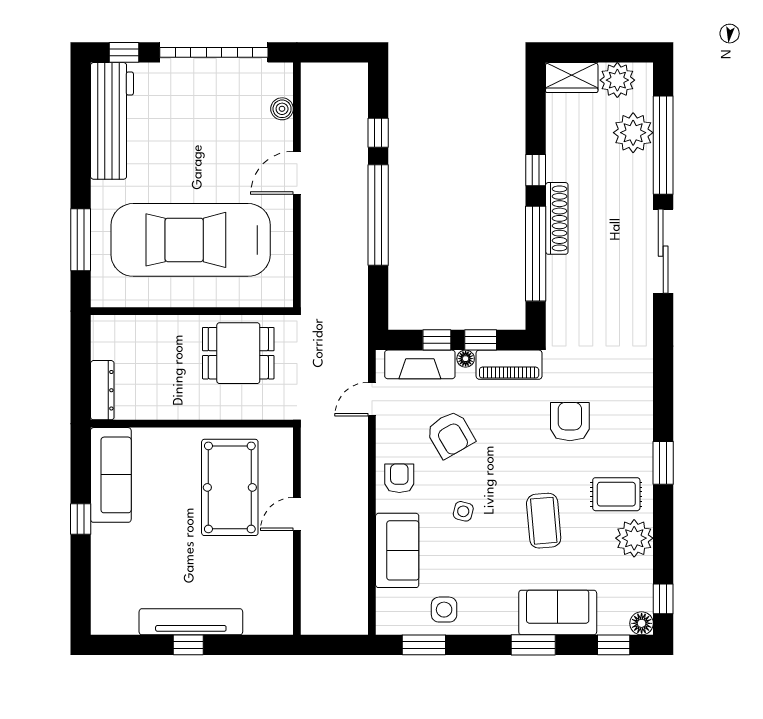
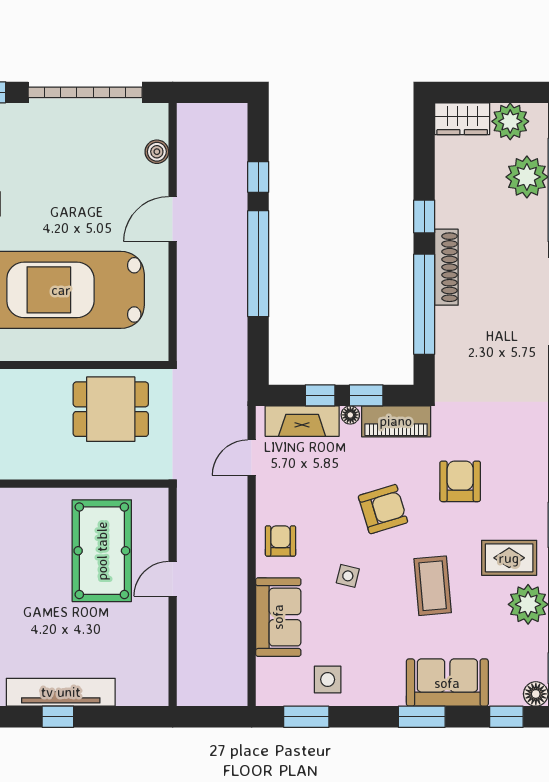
armchair: (450, 434) -> (383, 509), moved, turned -77

